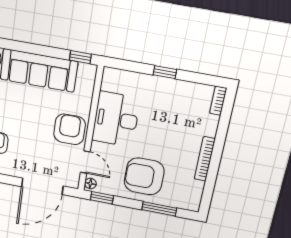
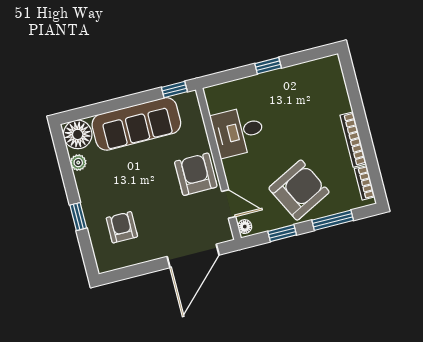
bookcase: (218, 101) -> (365, 183), moved
desk: (116, 119) -> (238, 132), width x0.73
armchair: (144, 176) -> (299, 190), turned 153
window: (102, 198) -> (282, 233), moved

